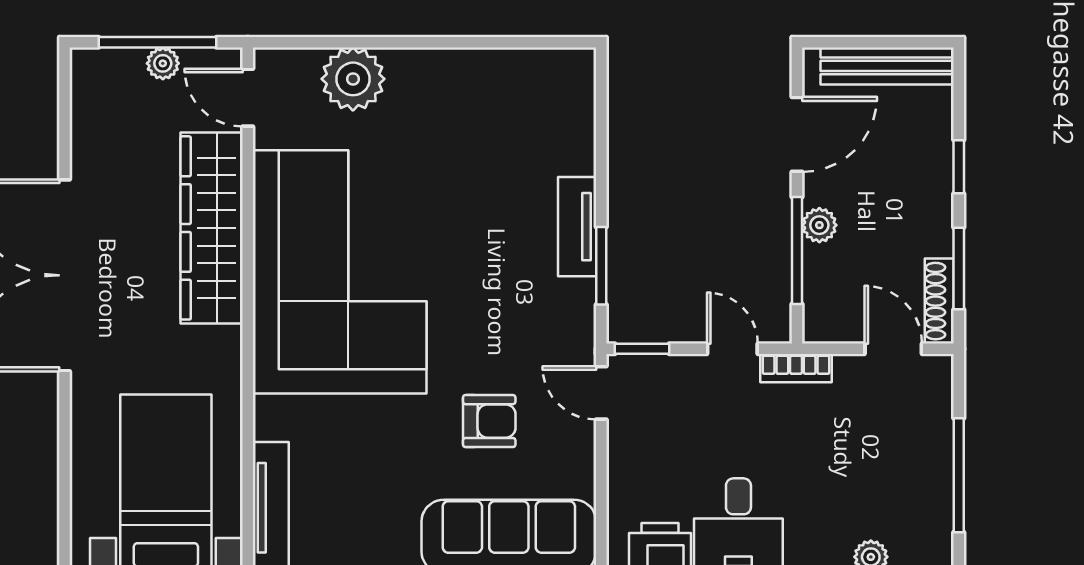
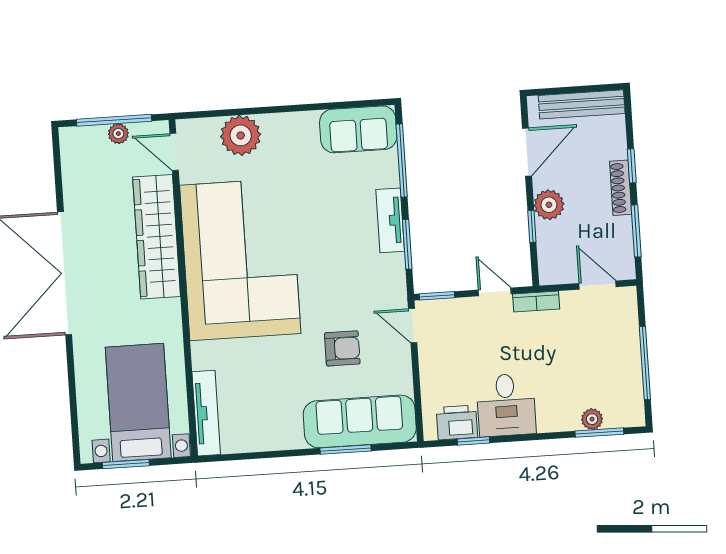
sofa: (537, 82) -> (358, 129), added
window: (601, 135) -> (402, 161), added
plant: (819, 225) -> (549, 205), width x1.38, depth x1.38
window: (797, 251) -> (532, 226), width x0.46
shoe rack: (939, 301) -> (621, 188), moved

